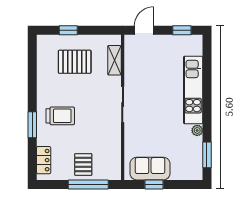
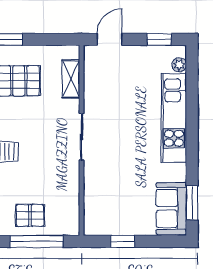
plant: (197, 130) -> (179, 65), moved
pallet: (83, 164) -> (30, 215), turned 90
sofa: (150, 169) -> (171, 208), moved, turned -90

